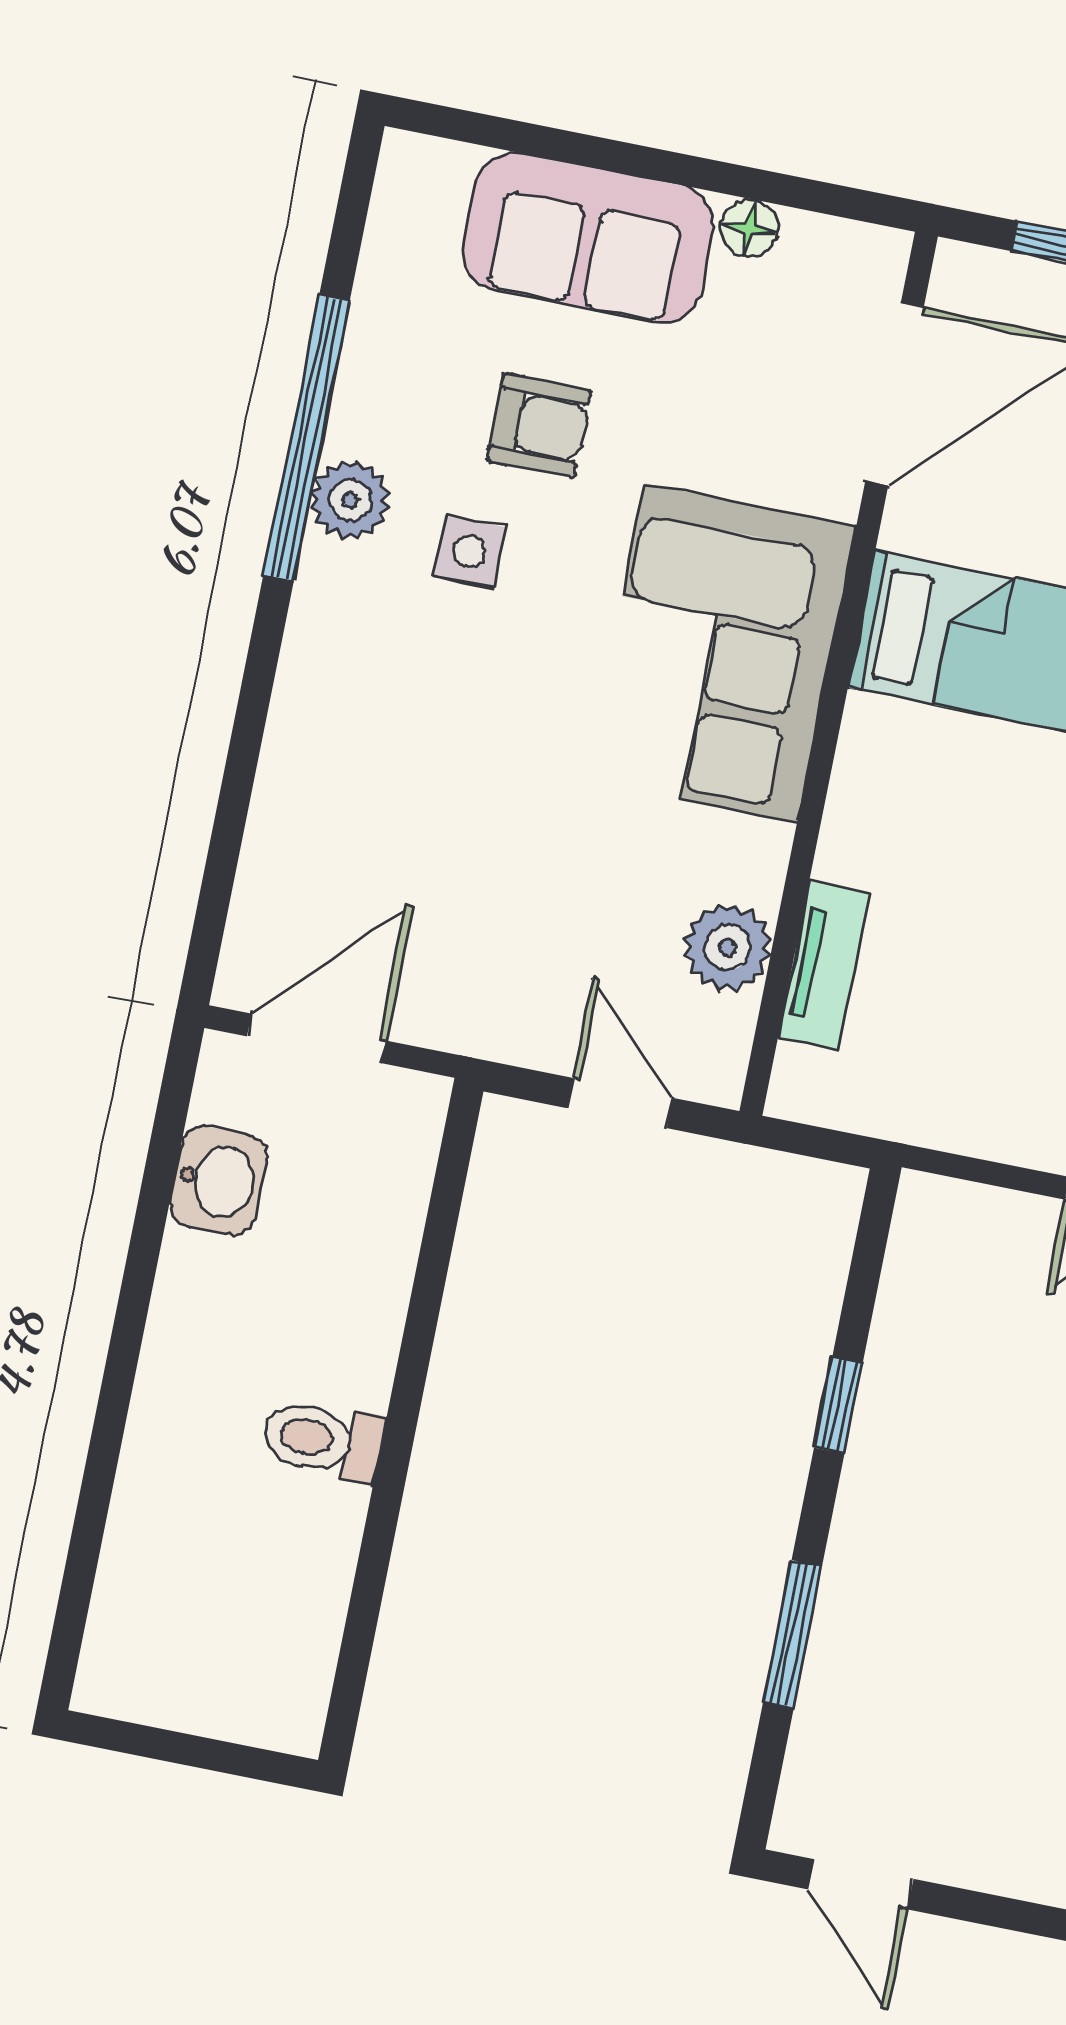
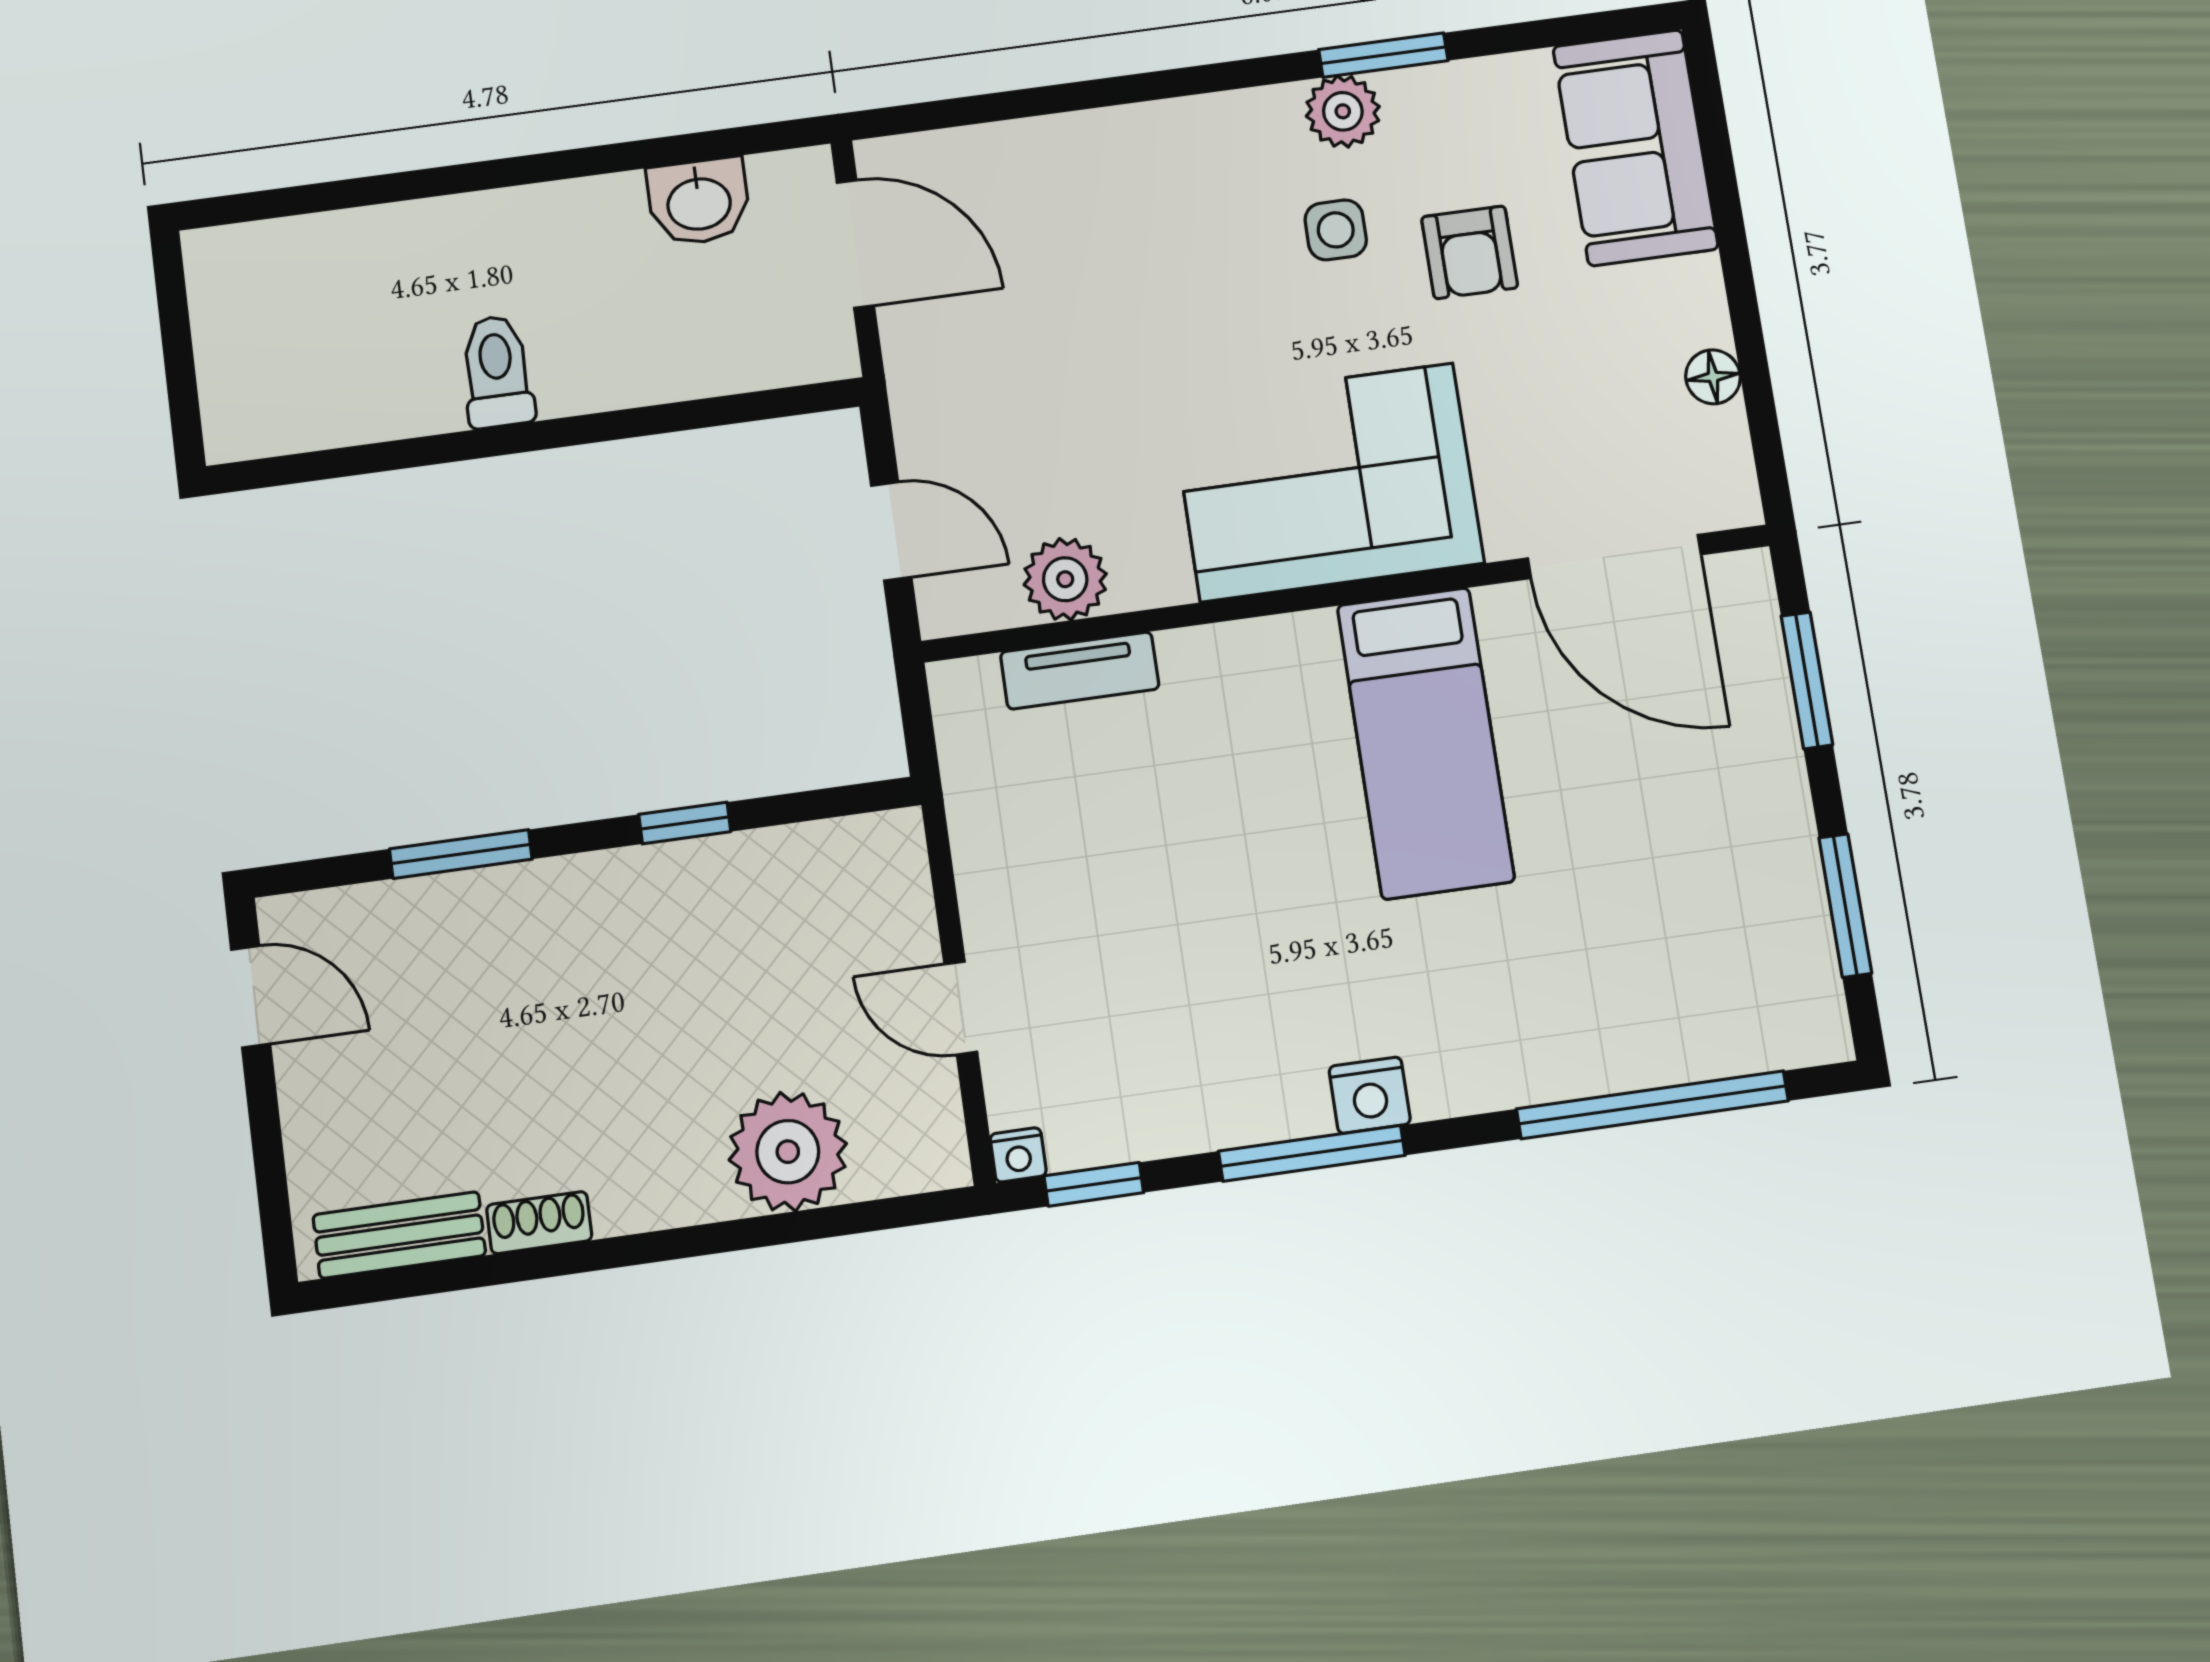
sofa: (588, 238) -> (1635, 147), moved
window: (306, 438) -> (1383, 55), width x0.47
door: (620, 1103) -> (891, 531), hinge flipped
door: (861, 1884) -> (251, 997), swing flipped

